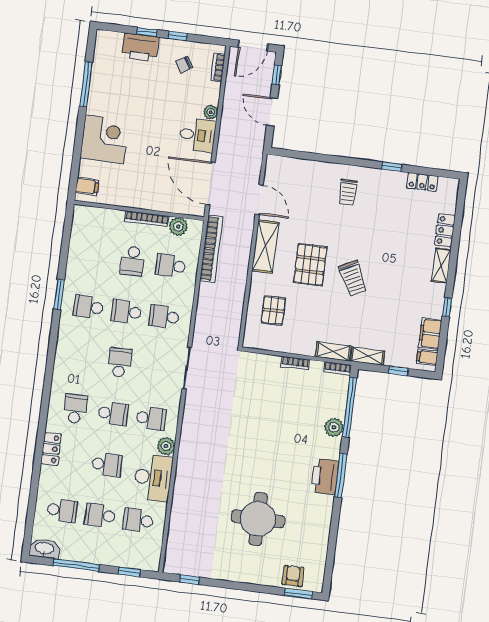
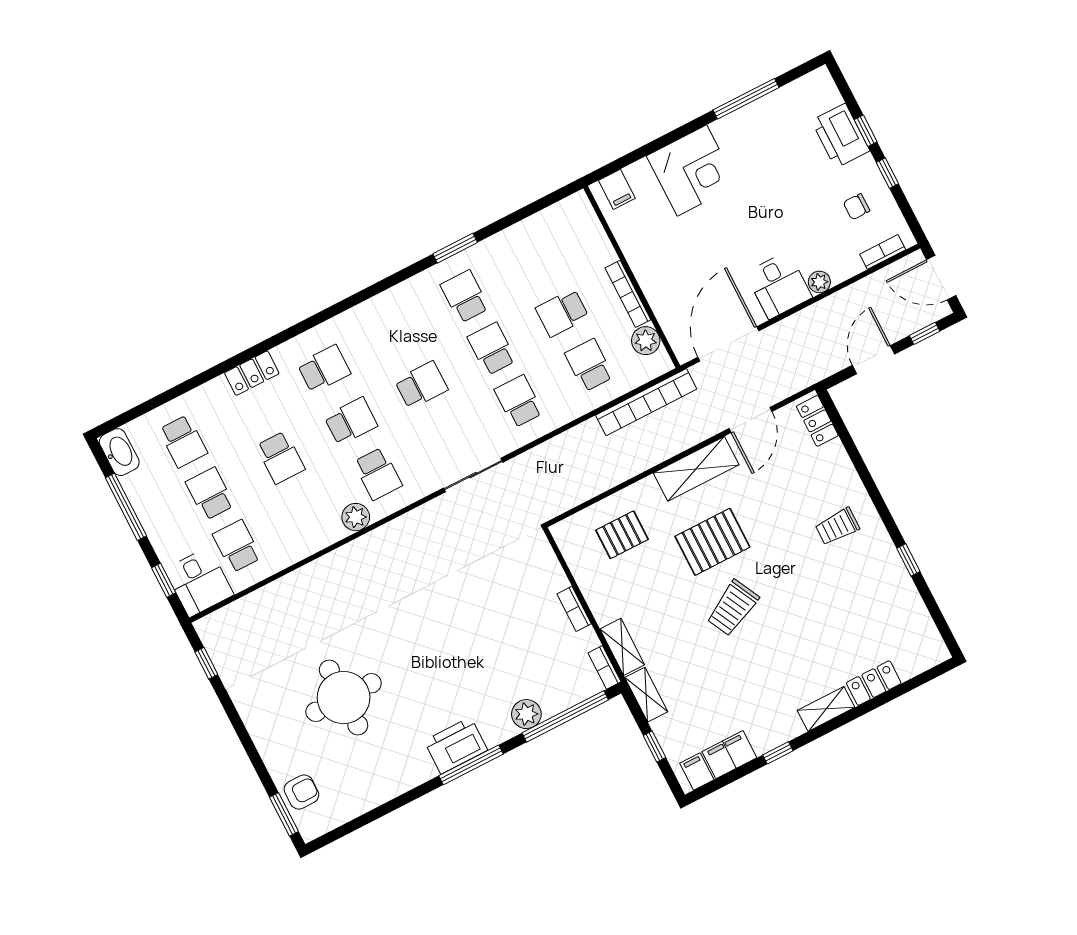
chair: (184, 65) -> (856, 207), turned -59
locker: (422, 182) -> (817, 421), moved
school desk: (113, 414) -> (351, 421), turned -90
desk: (153, 478) -> (199, 582), moved, width x0.73

